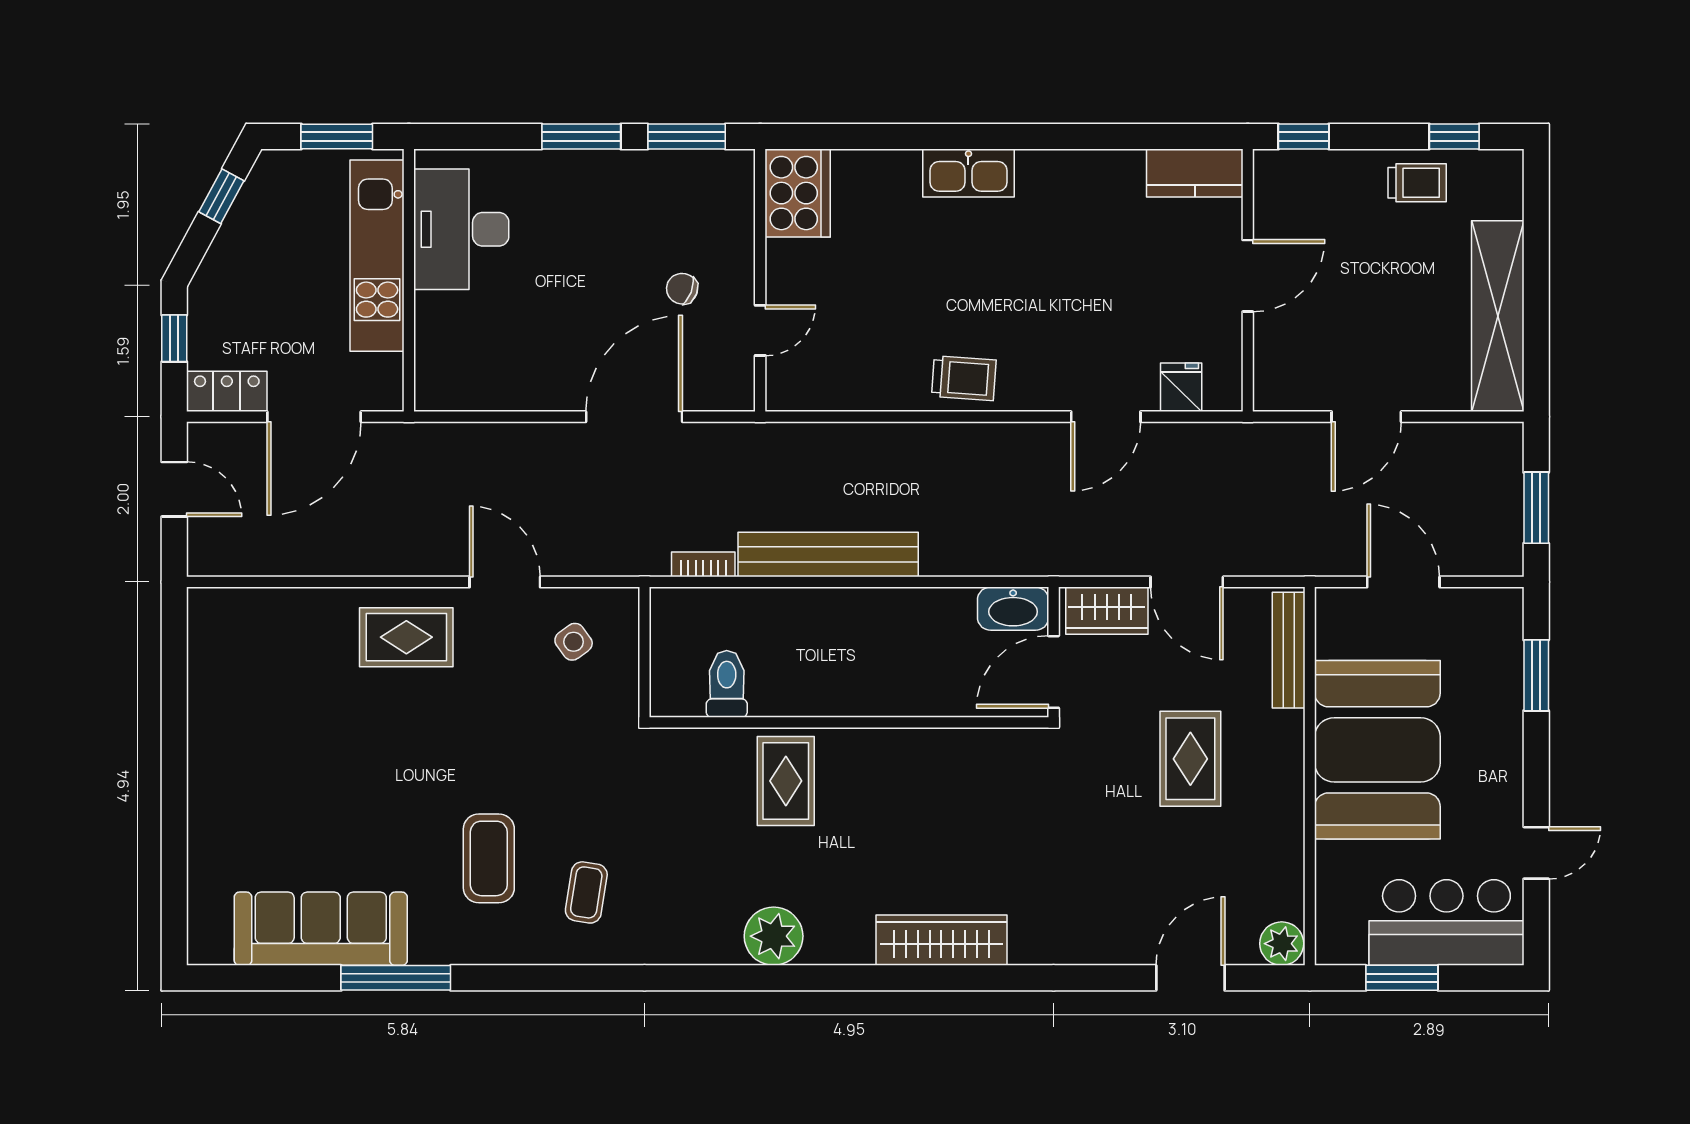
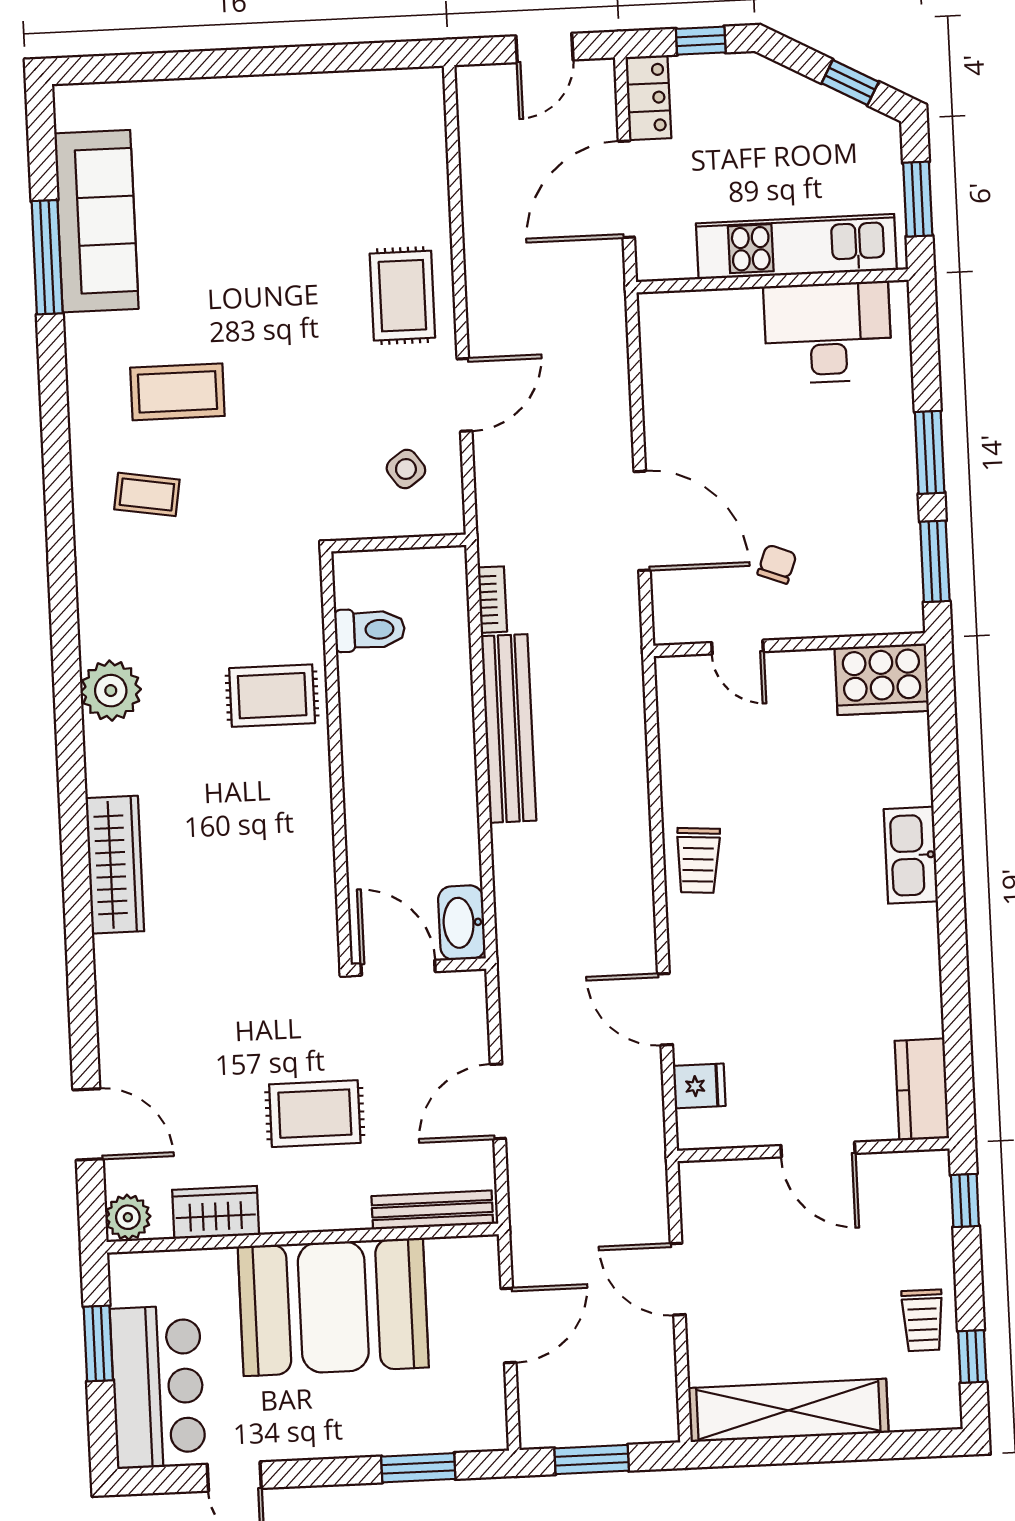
door: (314, 417) -> (626, 189), hinge flipped
wardrobe: (1107, 611) -> (216, 1212), moved, turned 90
window: (396, 978) -> (47, 257), moved

